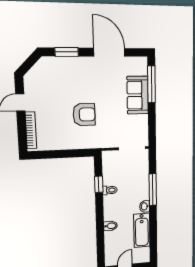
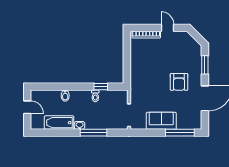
sofa: (138, 95) -> (161, 121), moved
armchair: (84, 114) -> (179, 82), moved

